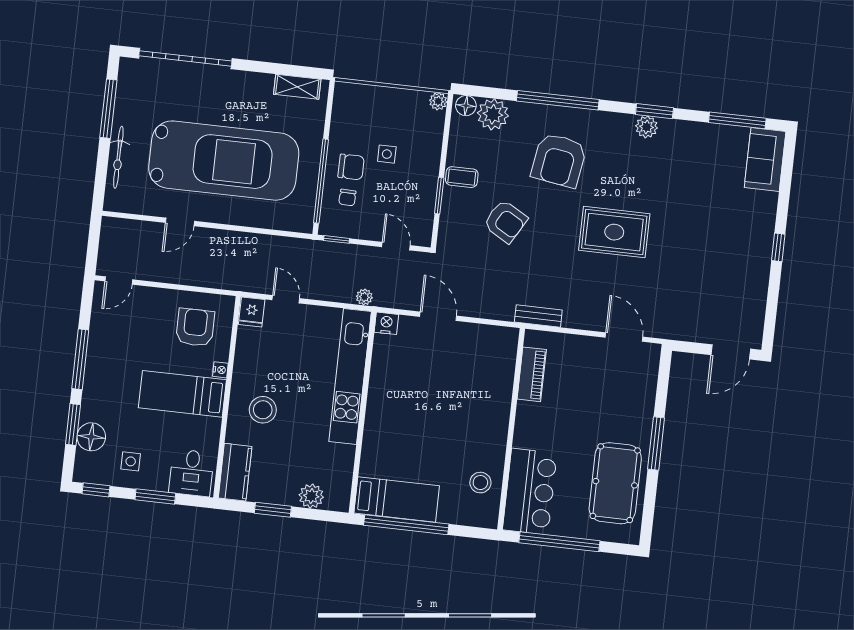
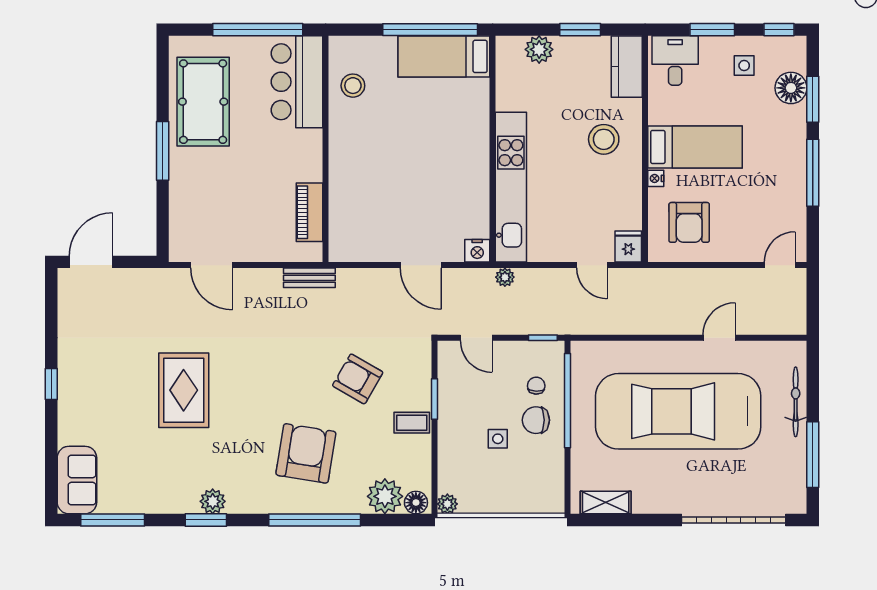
rug: (614, 232) -> (184, 390), moved, turned 90

